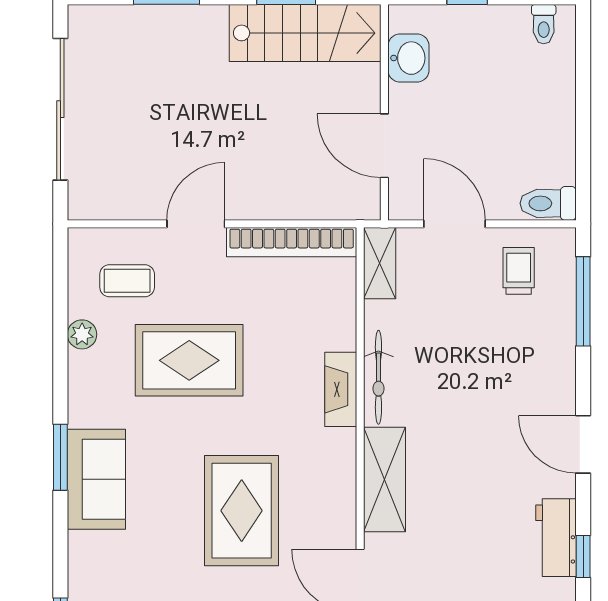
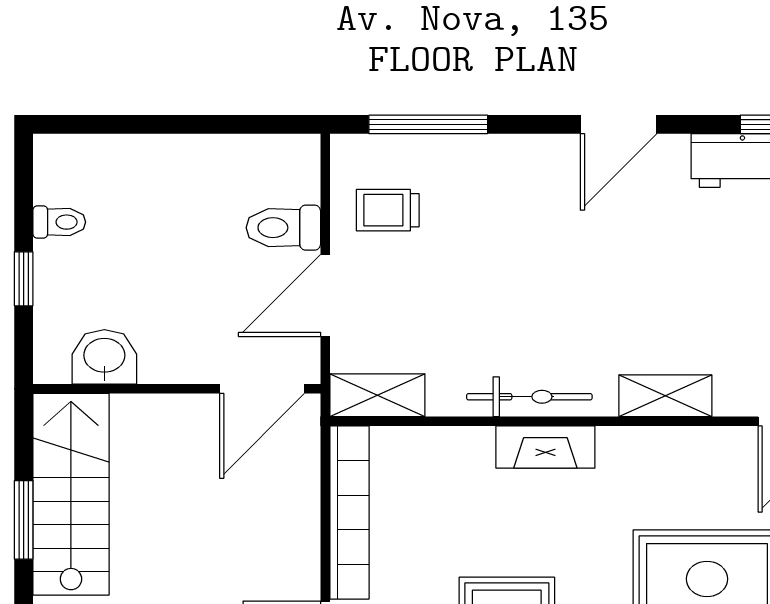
toilet: (544, 24) -> (59, 222), moved
door: (384, 146) -> (262, 389), moved
toilet: (548, 203) -> (283, 228), moved, turned 90
shelving: (384, 479) -> (665, 396), width x0.67, depth x0.75

